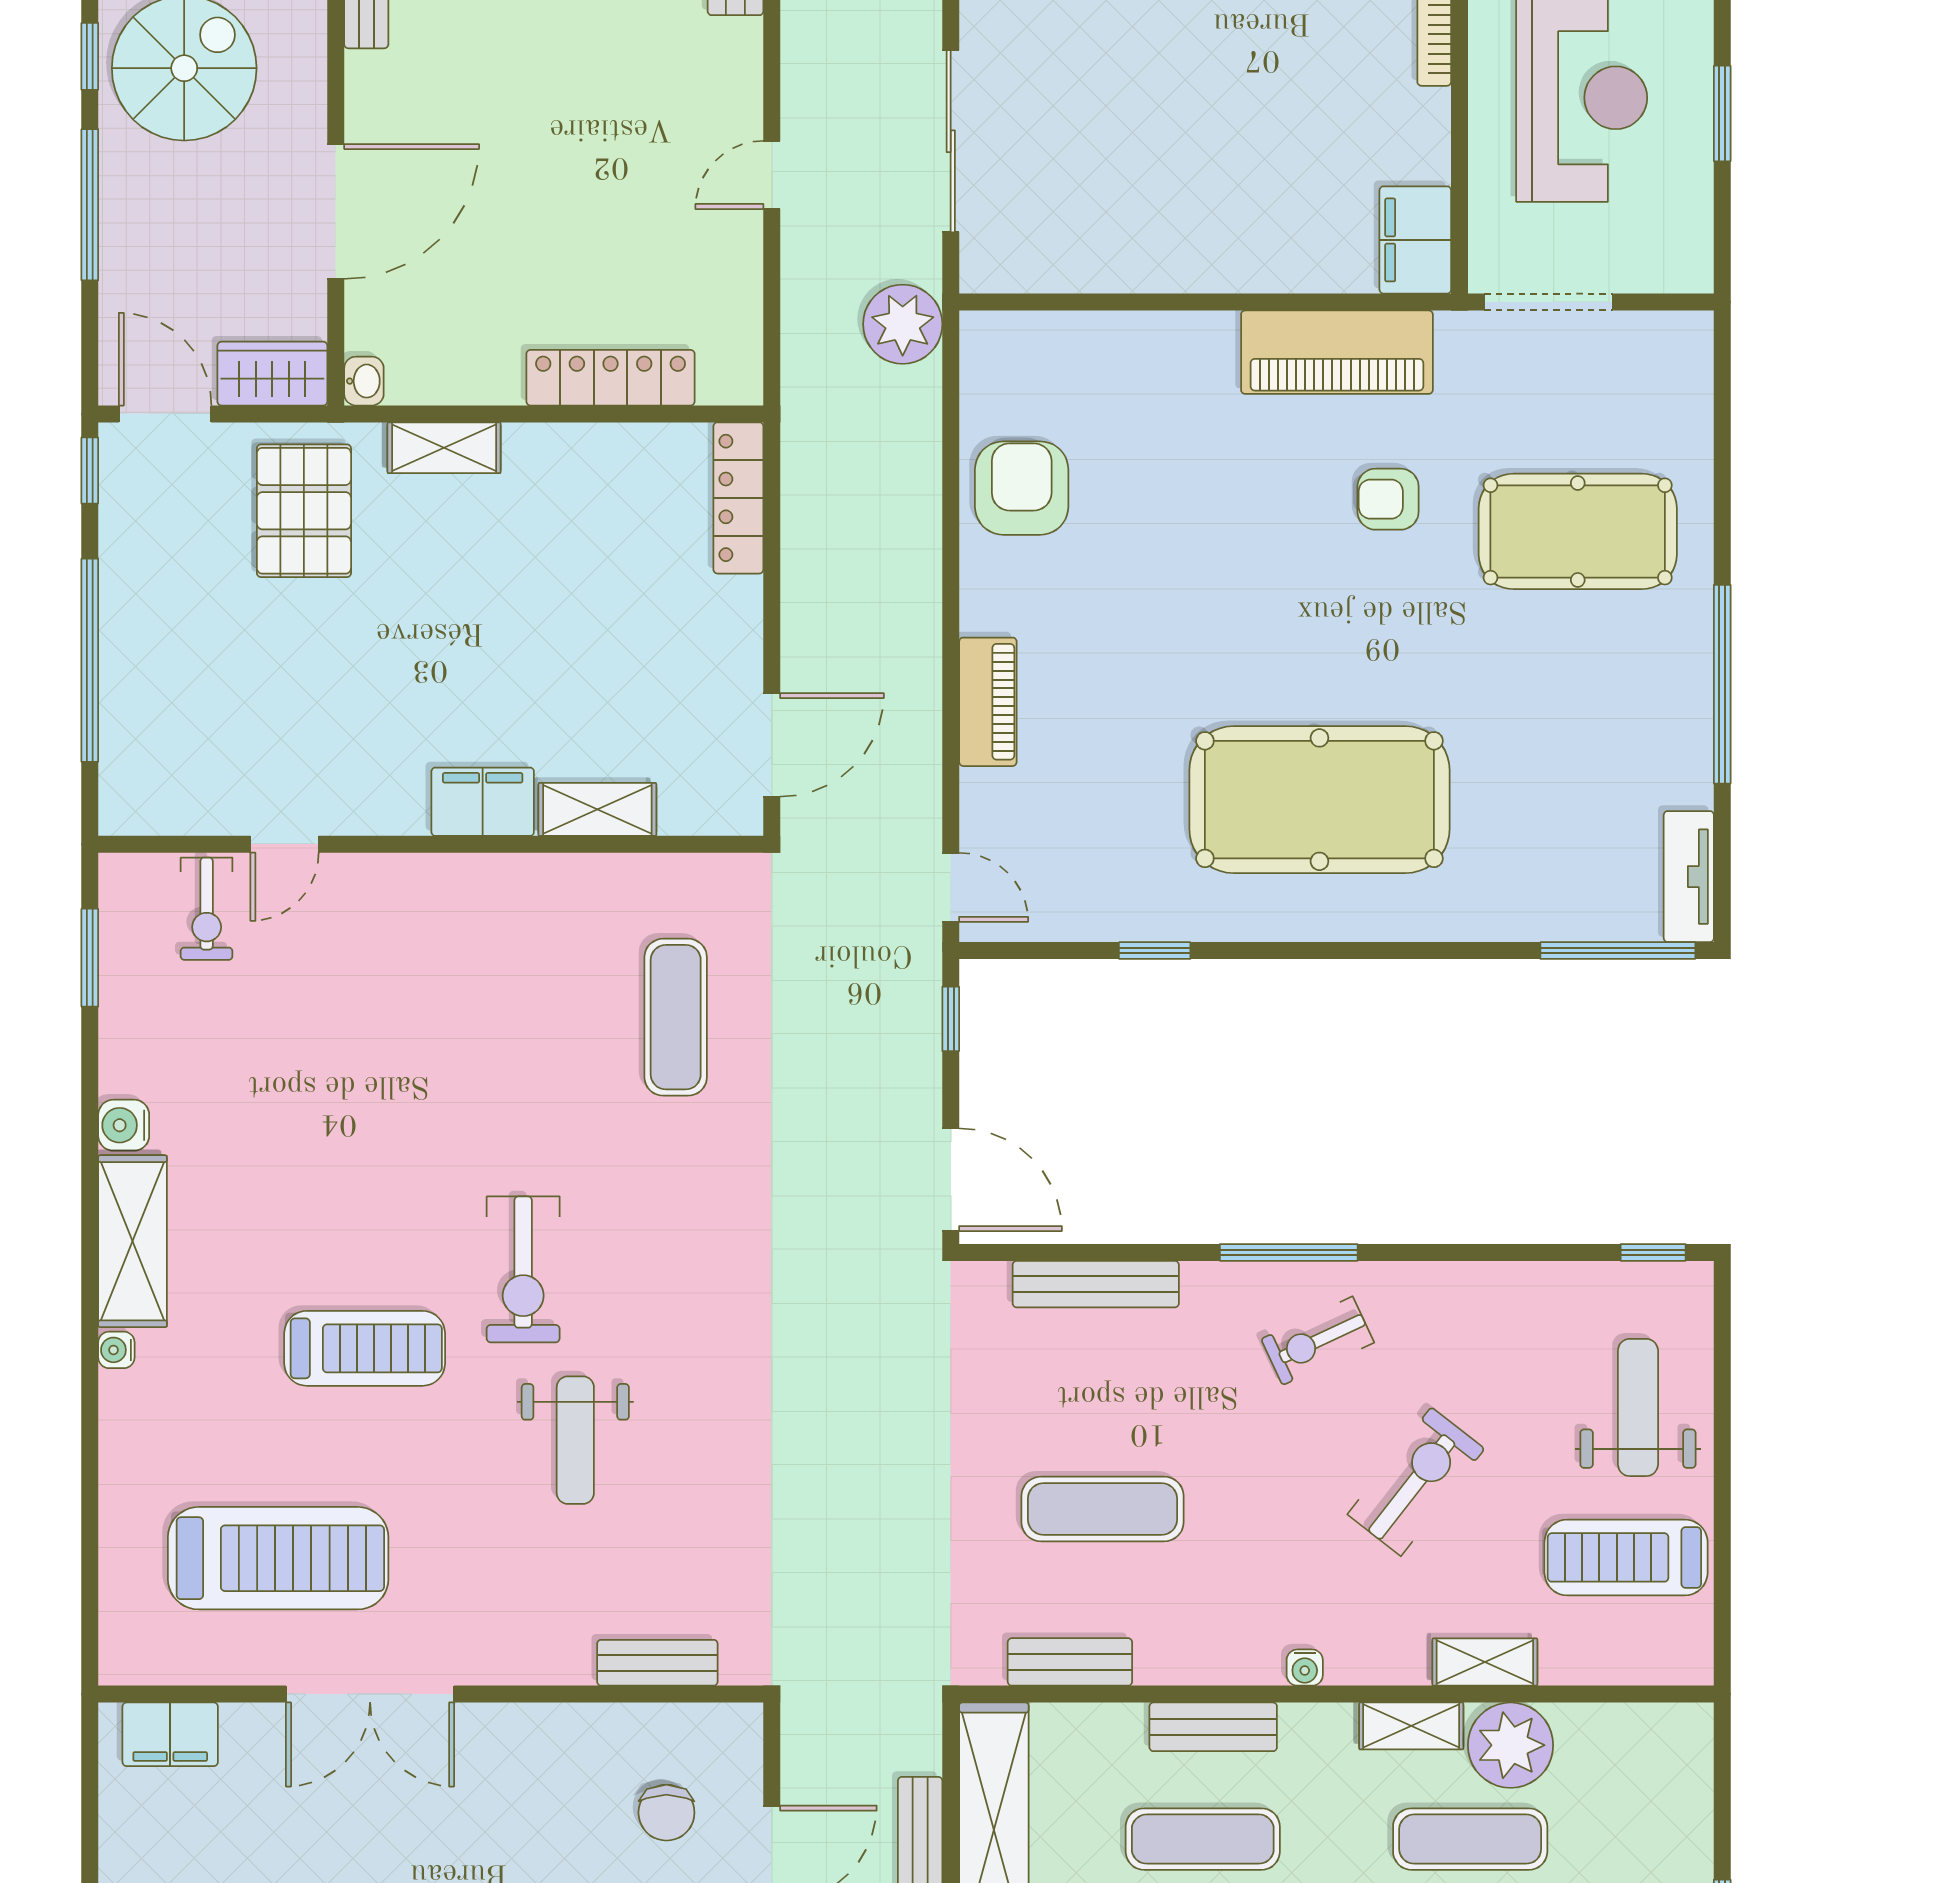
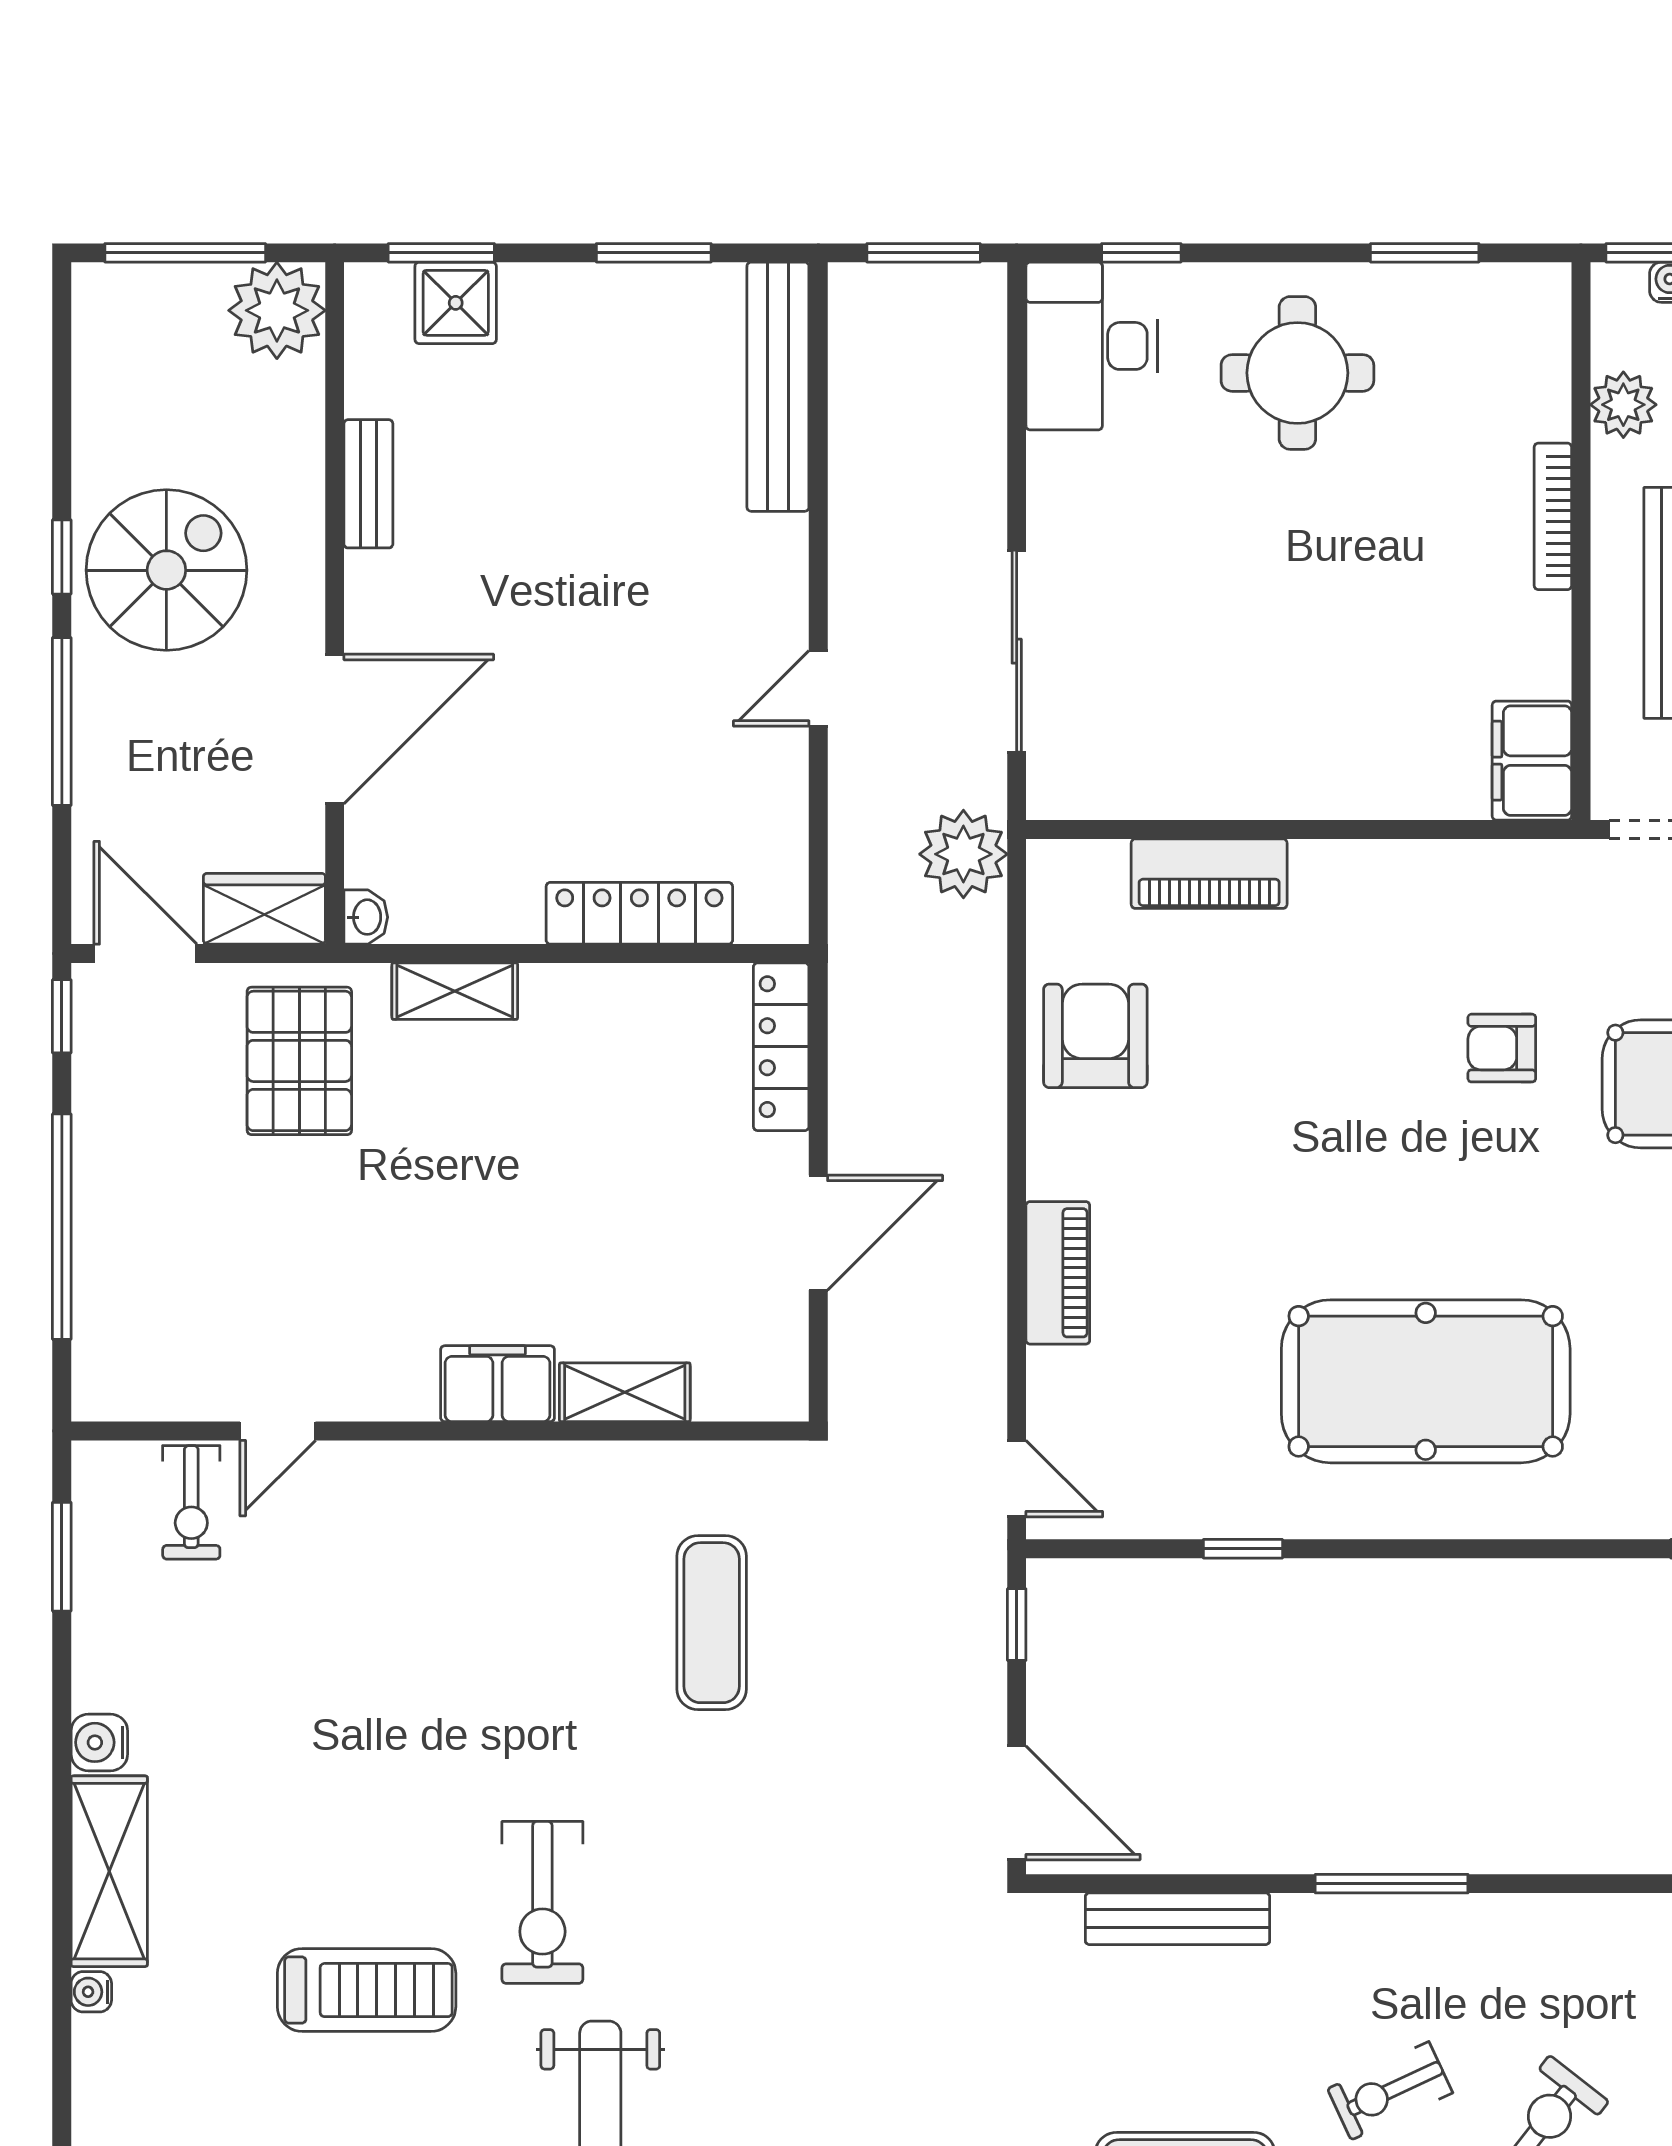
piano: (1337, 352) -> (1209, 874), moved, width x0.73, depth x0.75
door: (772, 745) -> (818, 1233), moved
exercise bike: (1318, 1341) -> (1390, 2091), moved

